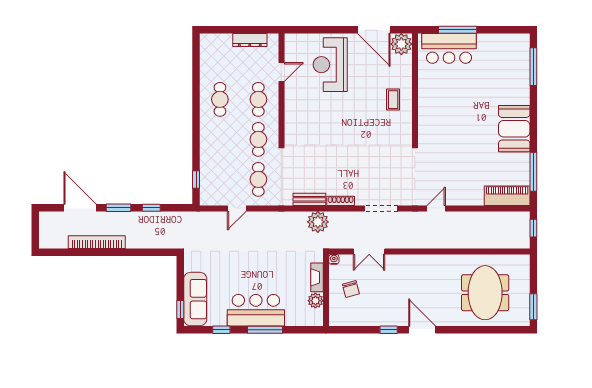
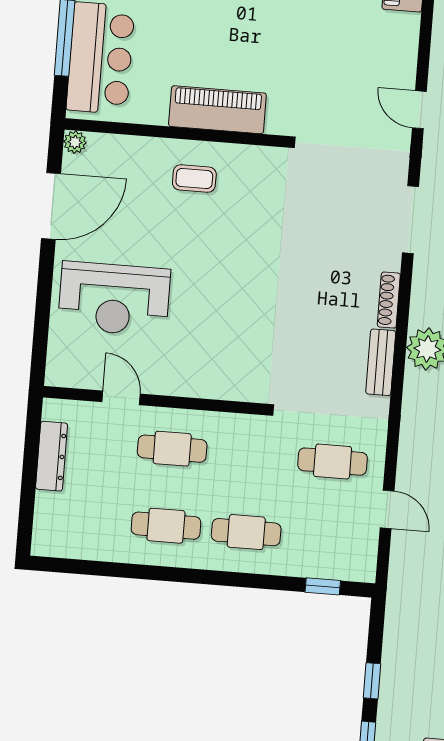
plant: (401, 44) -> (75, 142), width x0.53, depth x0.53
piano: (428, 108) -> (217, 110), added
cafe table: (258, 139) -> (246, 532), moved

